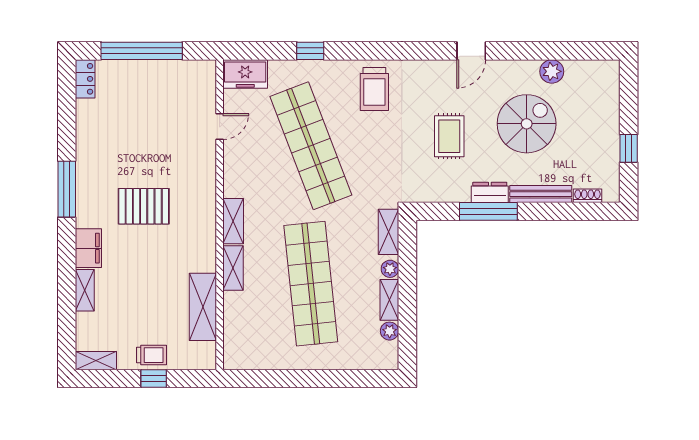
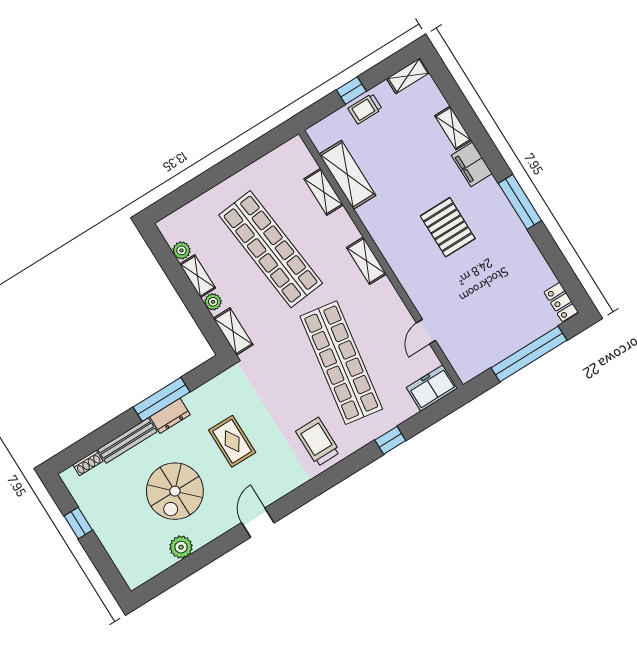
shop shelf: (311, 146) -> (341, 363), turned 30
pallet: (144, 206) -> (448, 227), turned 90
shelving: (233, 268) -> (324, 192), moved

